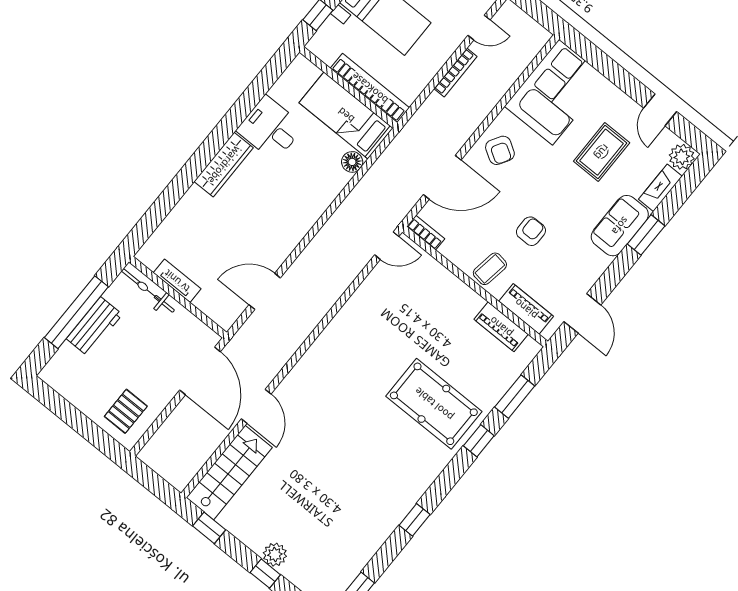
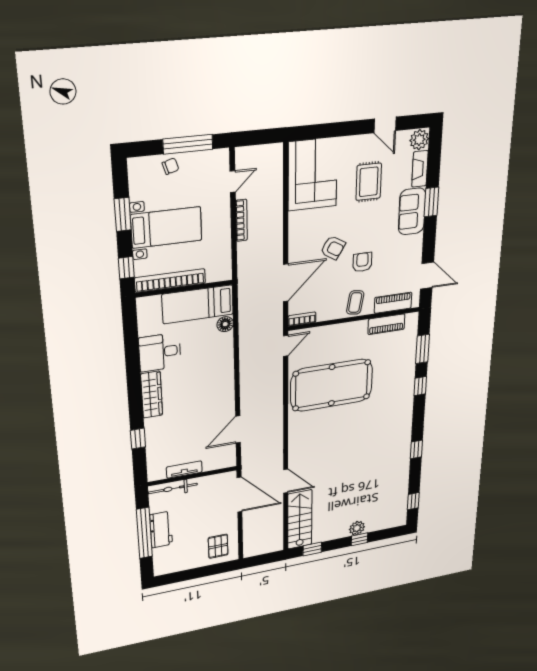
bookcase: (370, 88) -> (170, 280), moved
armchair: (500, 150) -> (333, 248), moved
window: (169, 198) -> (138, 439), added
pool table: (434, 404) -> (332, 385), moved, width x1.36, depth x1.32

